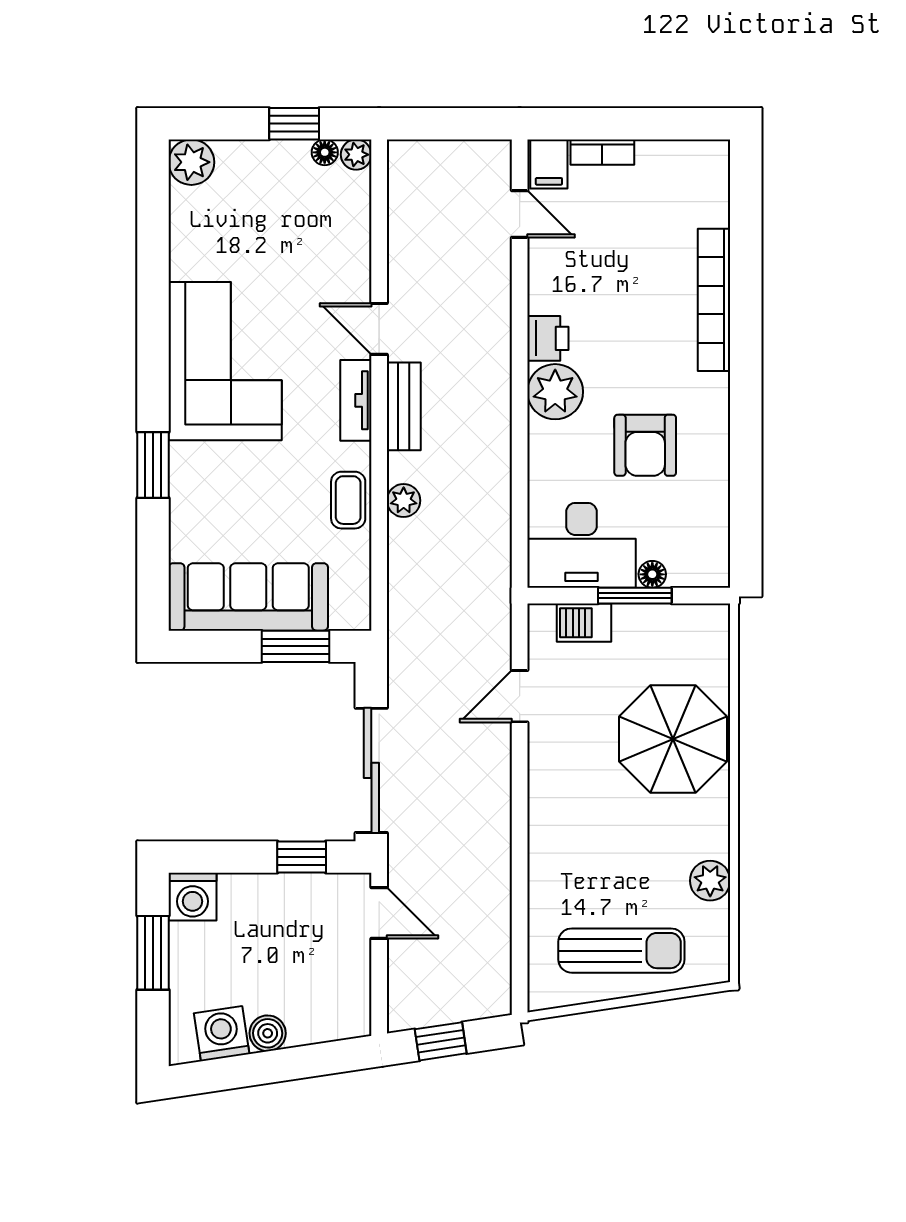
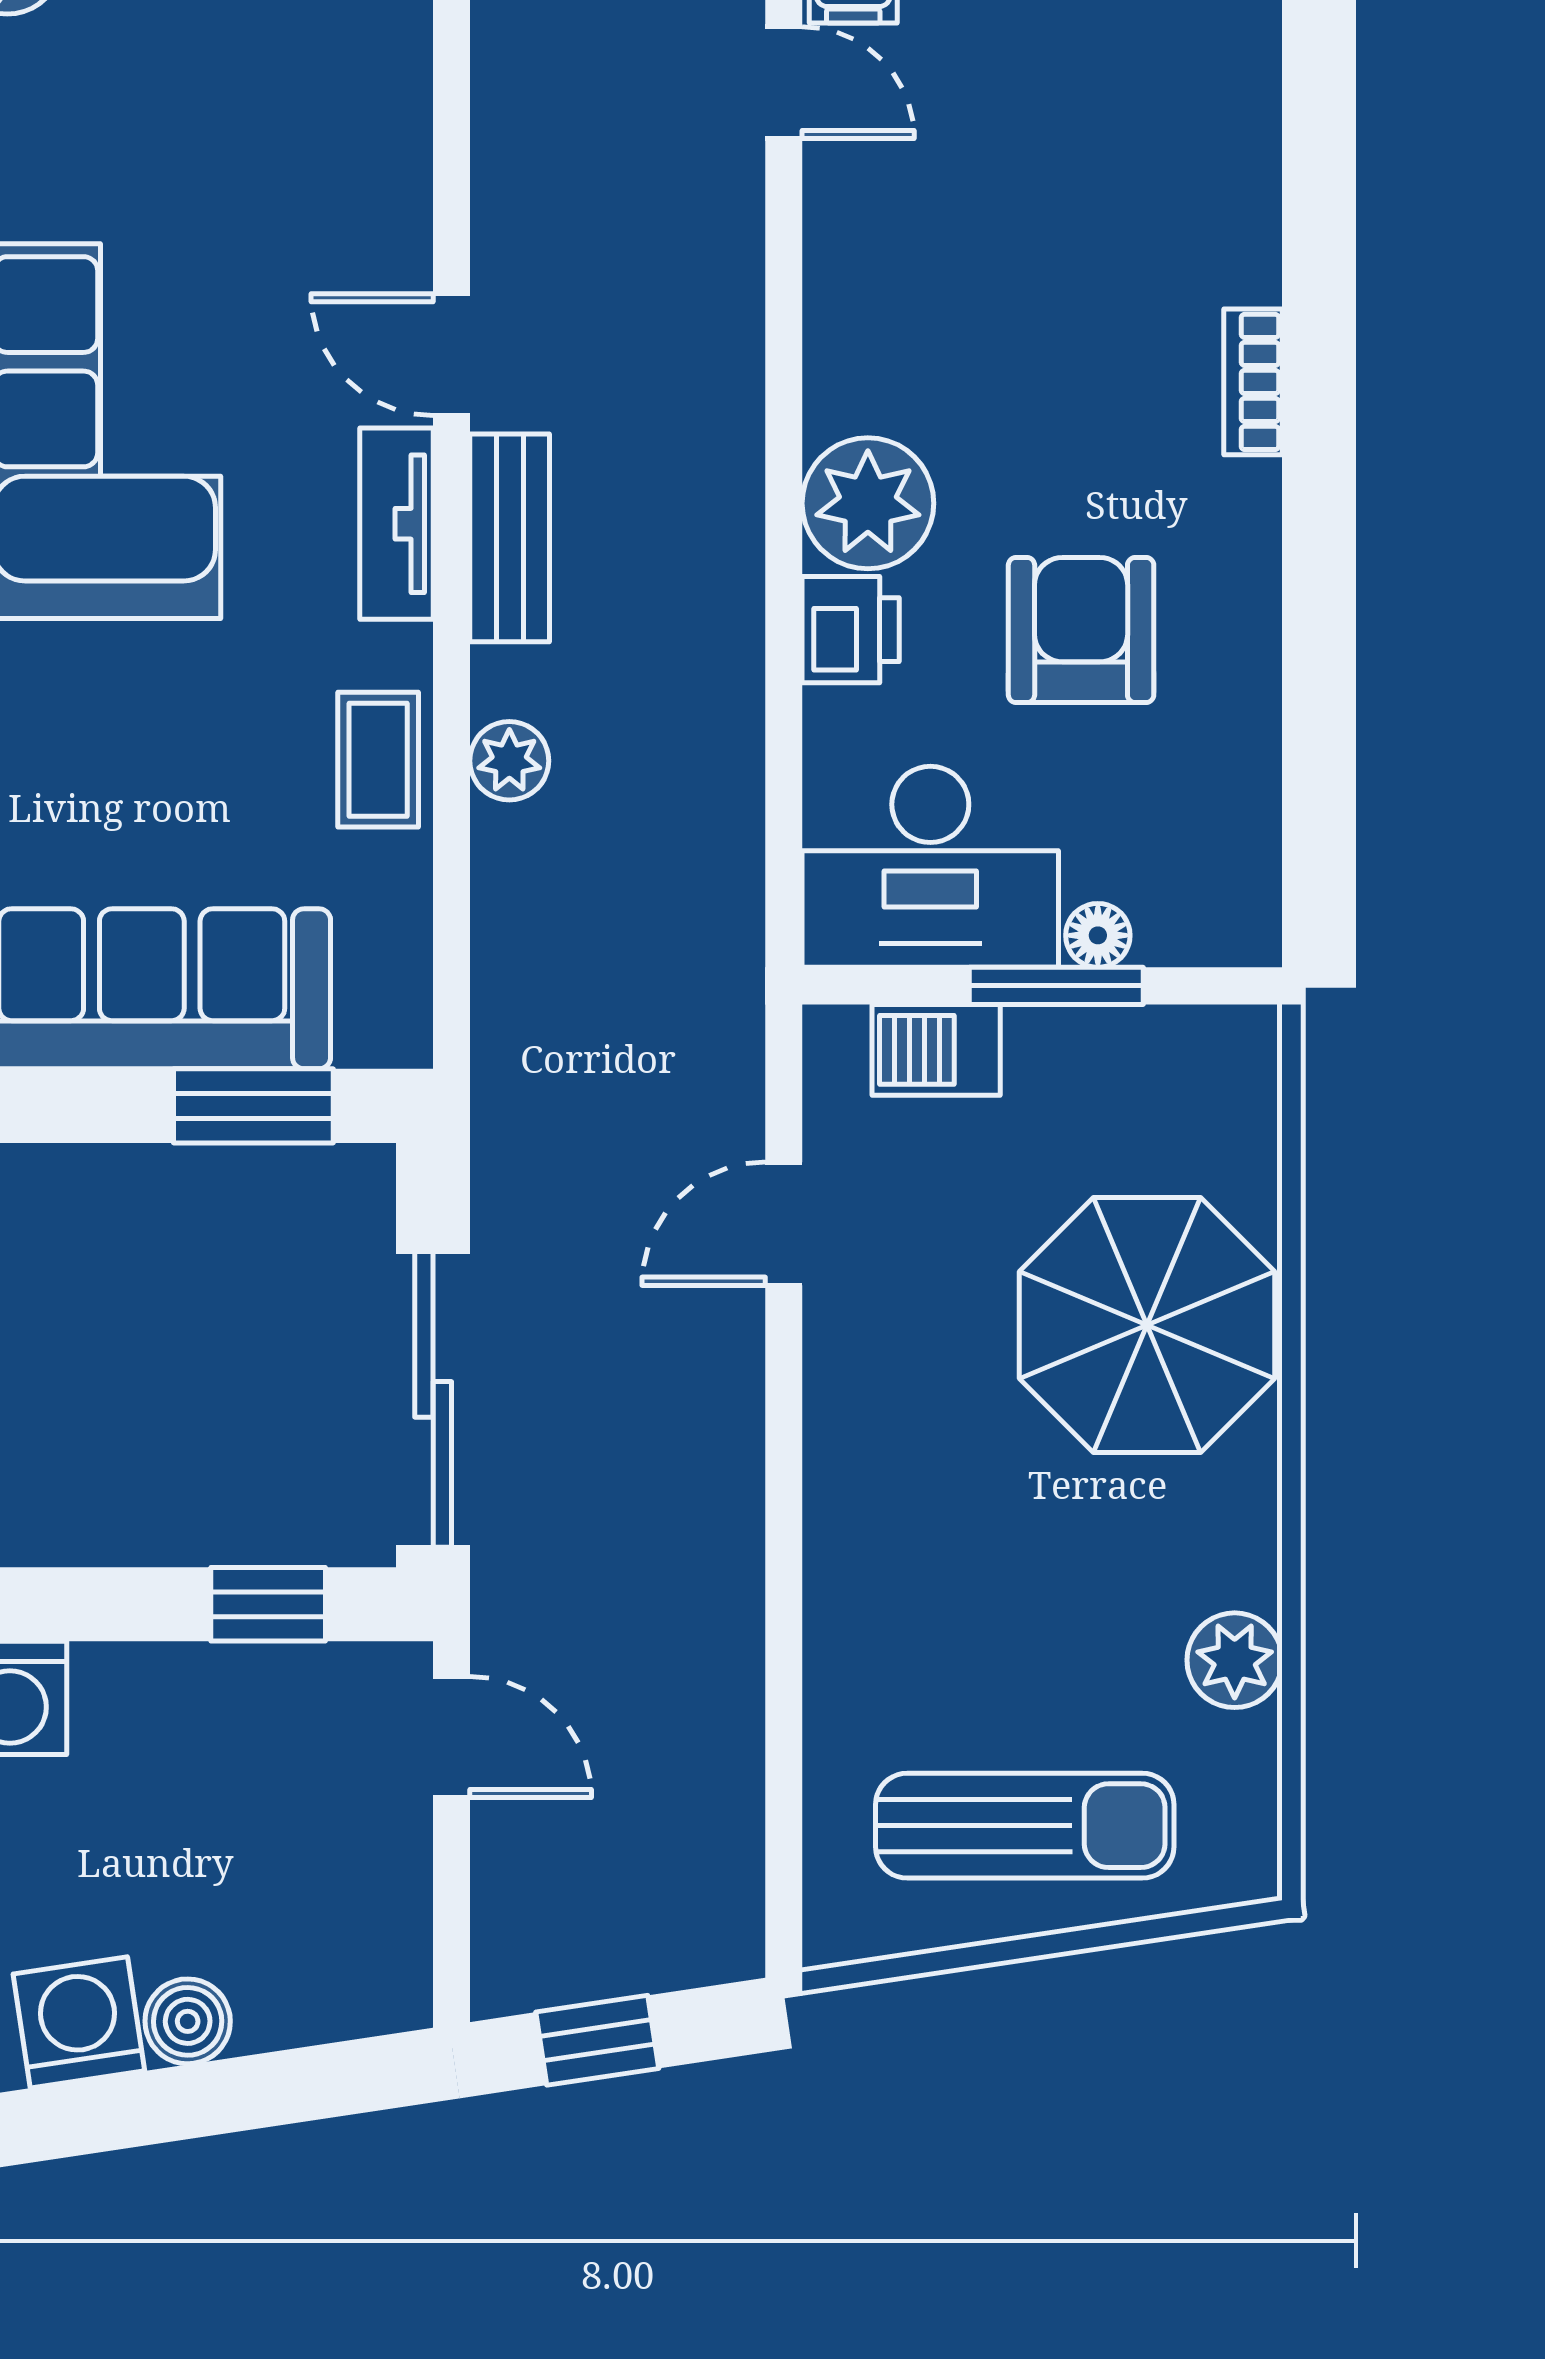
bookcase: (714, 300) -> (1253, 382), width x0.43, depth x0.76
printer: (548, 338) -> (851, 630), moved
armchair: (645, 445) -> (1081, 630), turned 180

